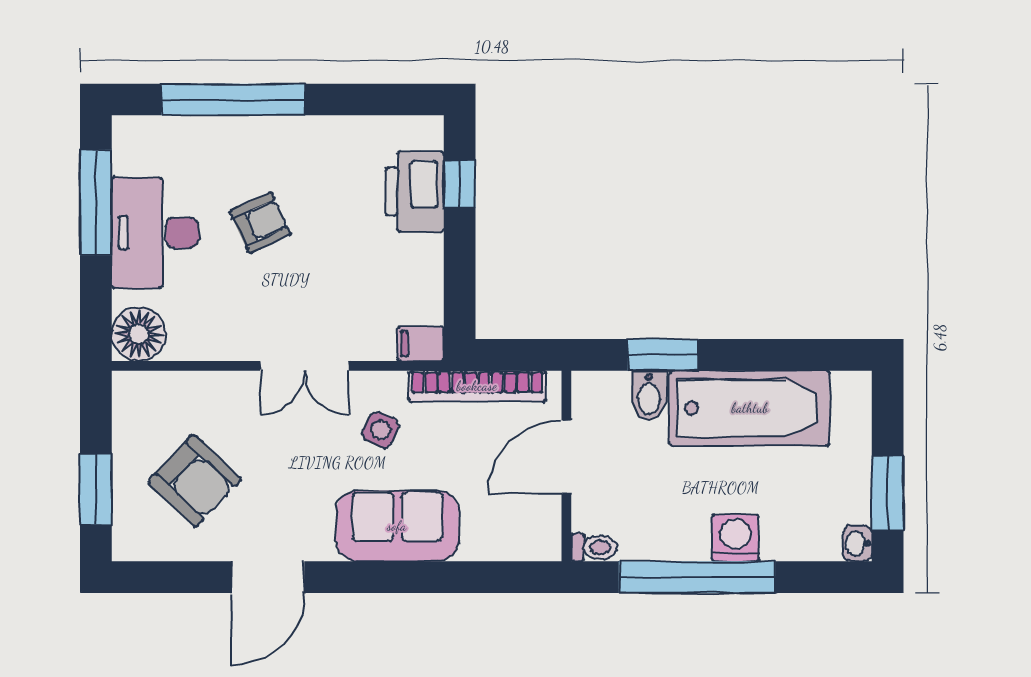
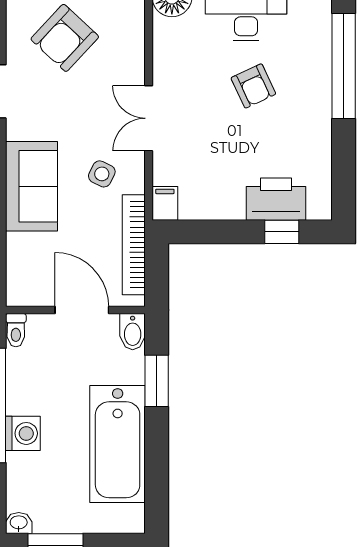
bidet: (649, 395) -> (133, 332), moved, turned -90

